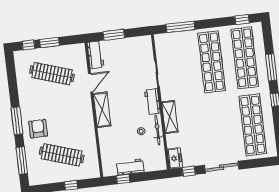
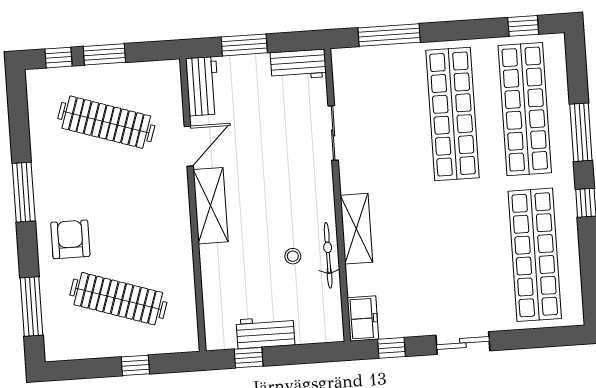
workbench: (152, 102) -> (298, 65), moved, turned -90
window: (17, 121) -> (24, 192), moved
sliding door: (222, 167) -> (463, 343), width x0.73

